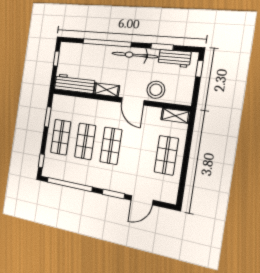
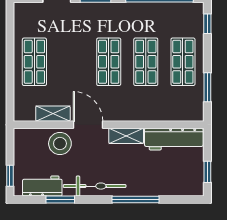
window: (107, 43) -> (136, 200), width x0.68
shelving: (175, 116) -> (53, 114), moved

